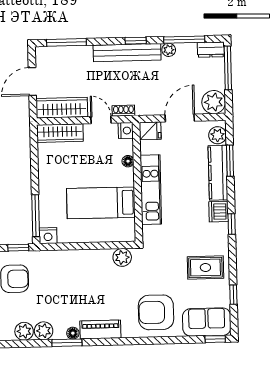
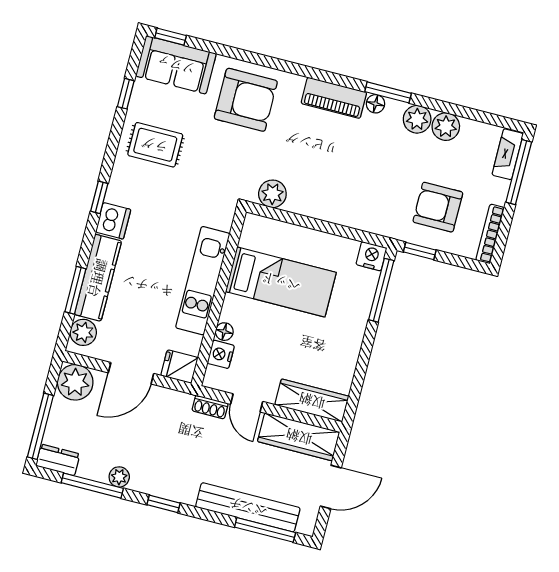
bench: (127, 53) -> (248, 507), moved
nightstand: (126, 131) -> (221, 354), moved

